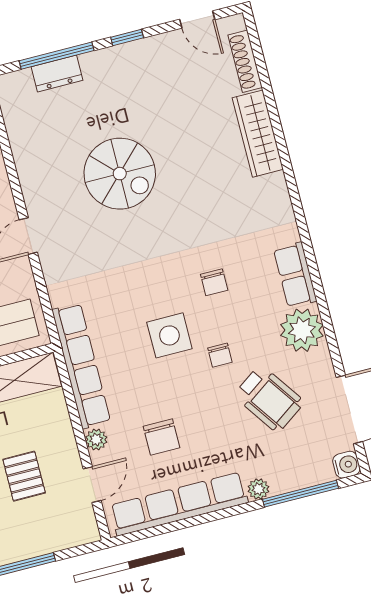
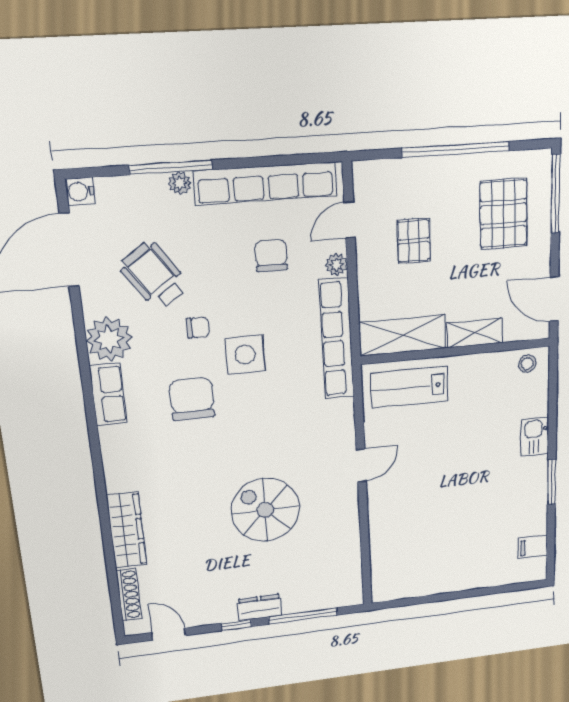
dresser: (57, 73) -> (260, 607), moved
chair: (214, 282) -> (192, 399), width x1.87, depth x1.87
chair: (220, 355) -> (198, 328), turned 90
window: (300, 494) -> (171, 167), moved

